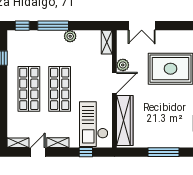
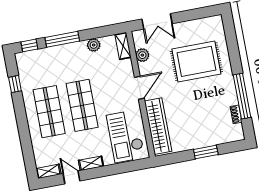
plant: (70, 36) -> (94, 45), moved
plant: (123, 65) -> (142, 55), moved
door: (38, 152) -> (71, 177), hinge flipped
window: (86, 152) -> (123, 168), removed
window: (164, 152) -> (206, 152), width x0.69

